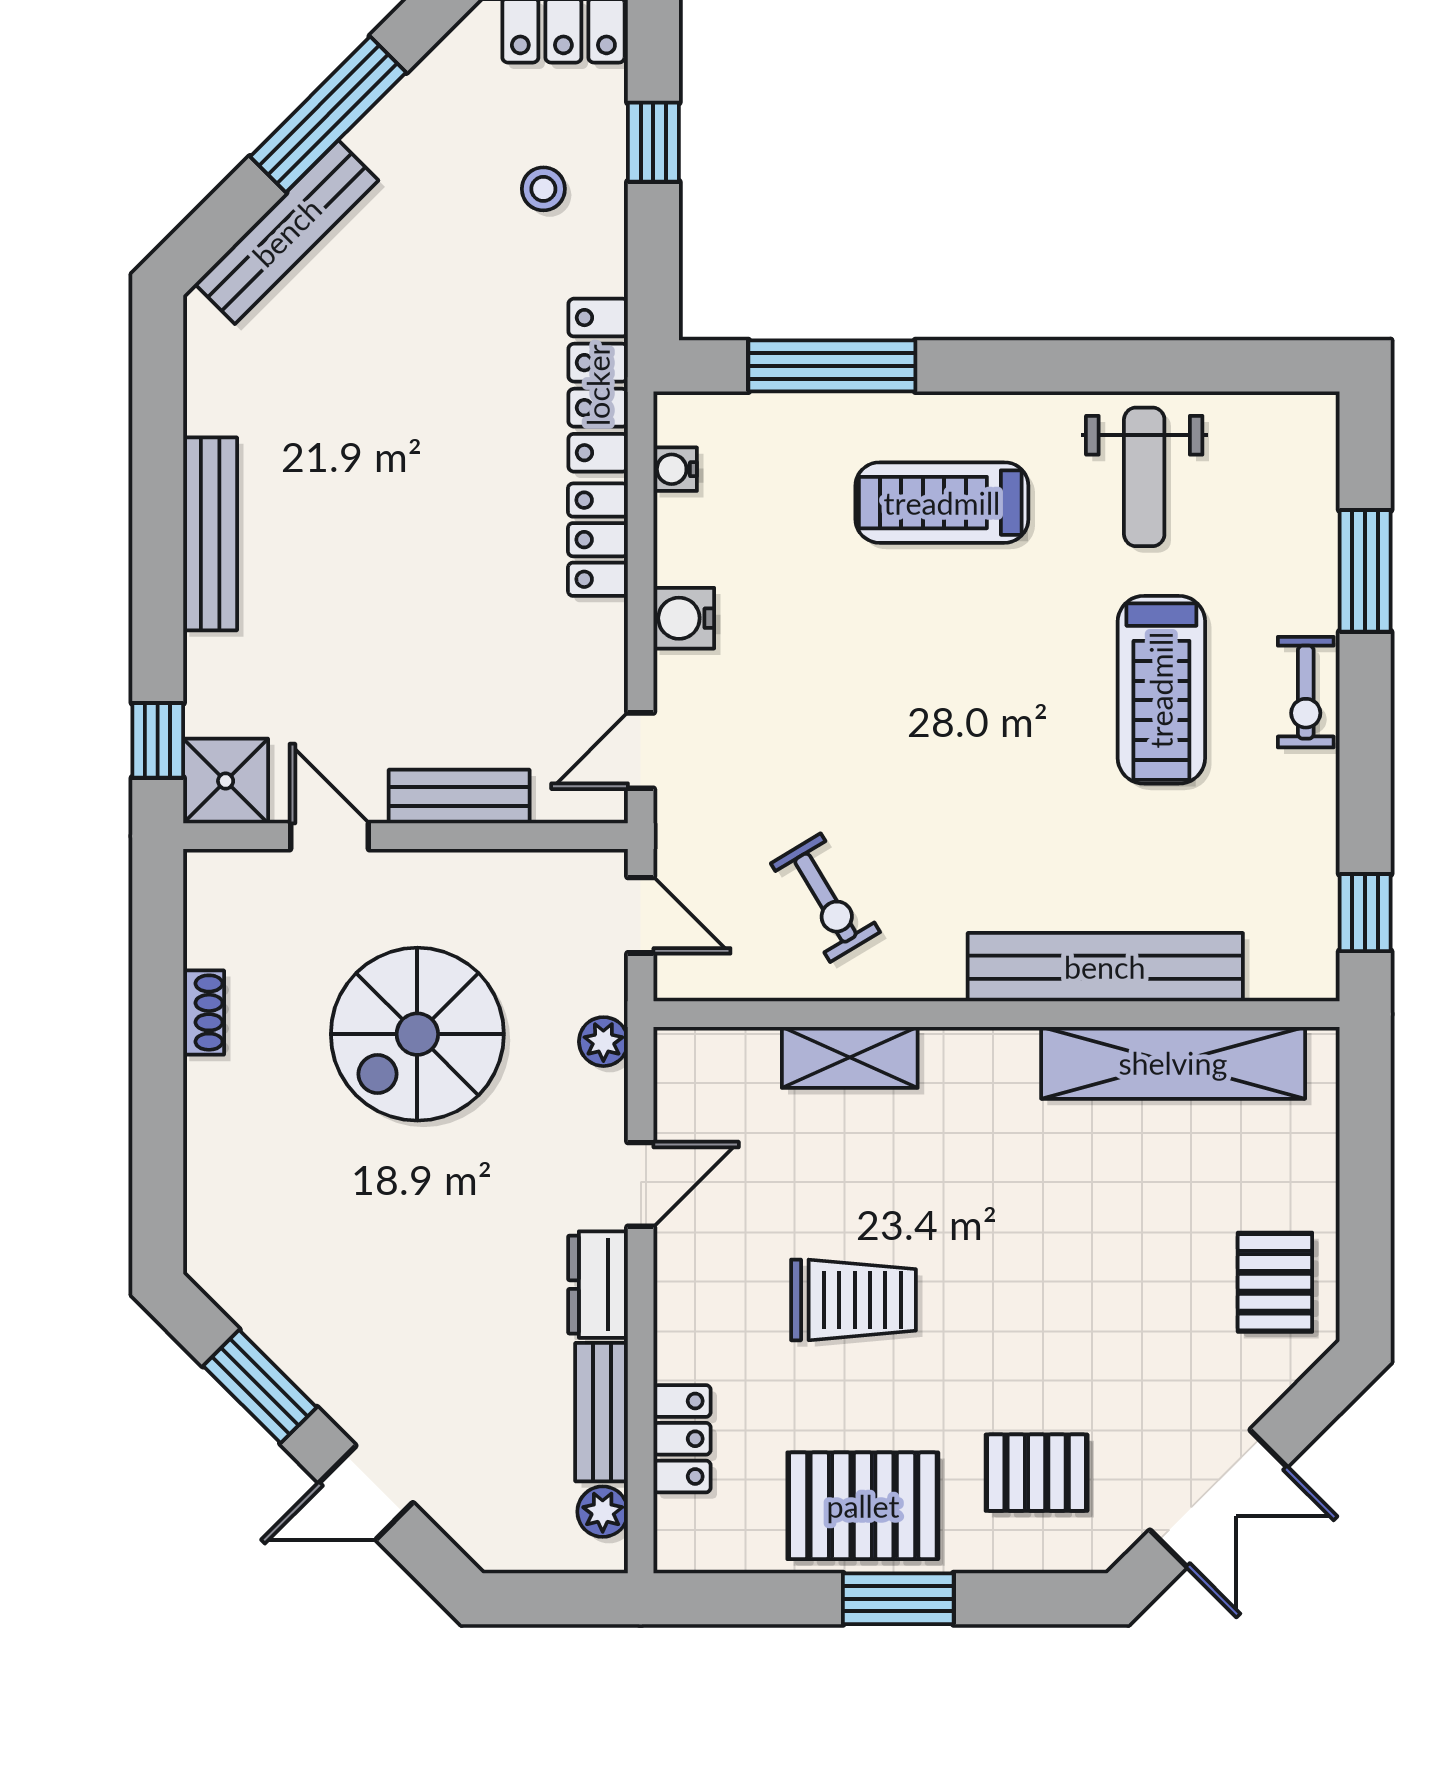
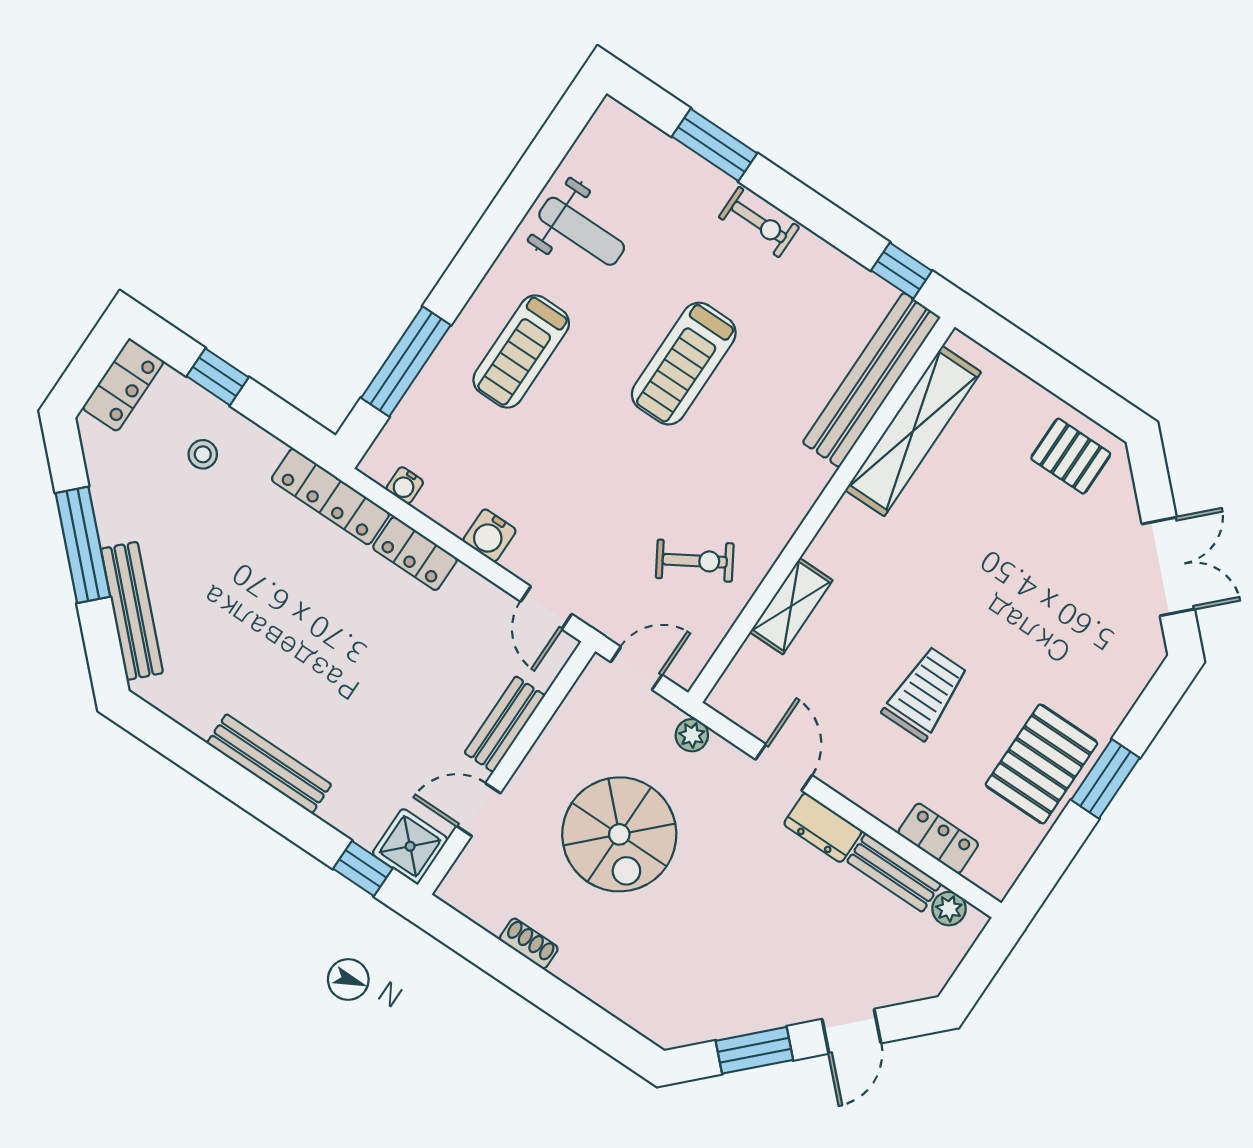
treadmill: (1161, 690) -> (684, 364), moved, turned 90
bench: (1105, 967) -> (871, 380), moved
pallet: (1037, 1473) -> (1087, 657), removed

